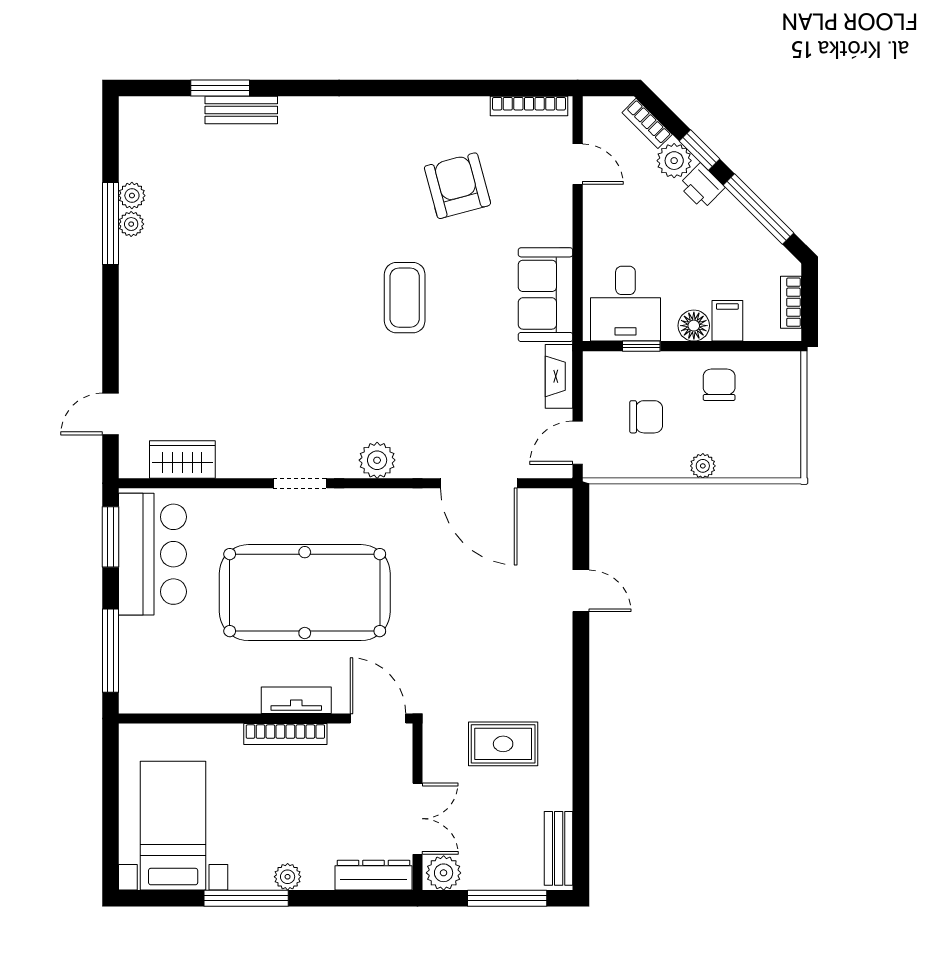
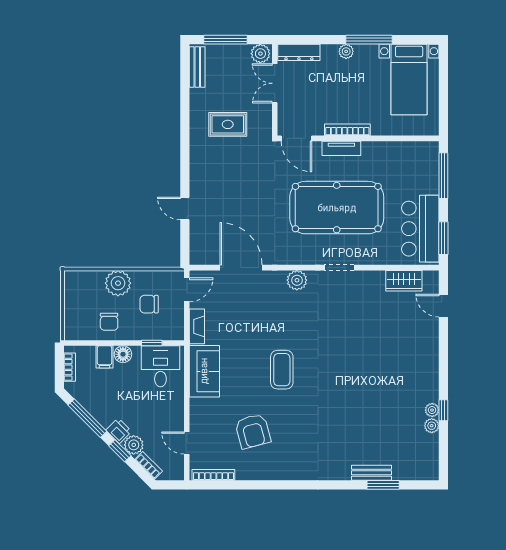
window: (110, 224) -> (443, 410), width x0.46
door: (110, 414) -> (443, 306), swing flipped
plant: (703, 466) -> (118, 283), width x1.88, depth x1.88

